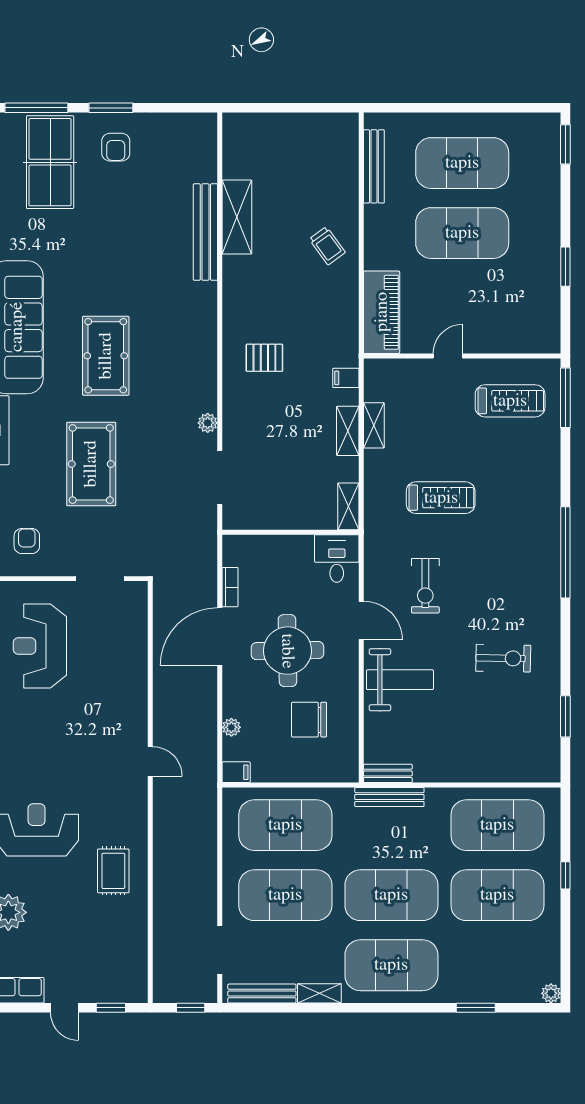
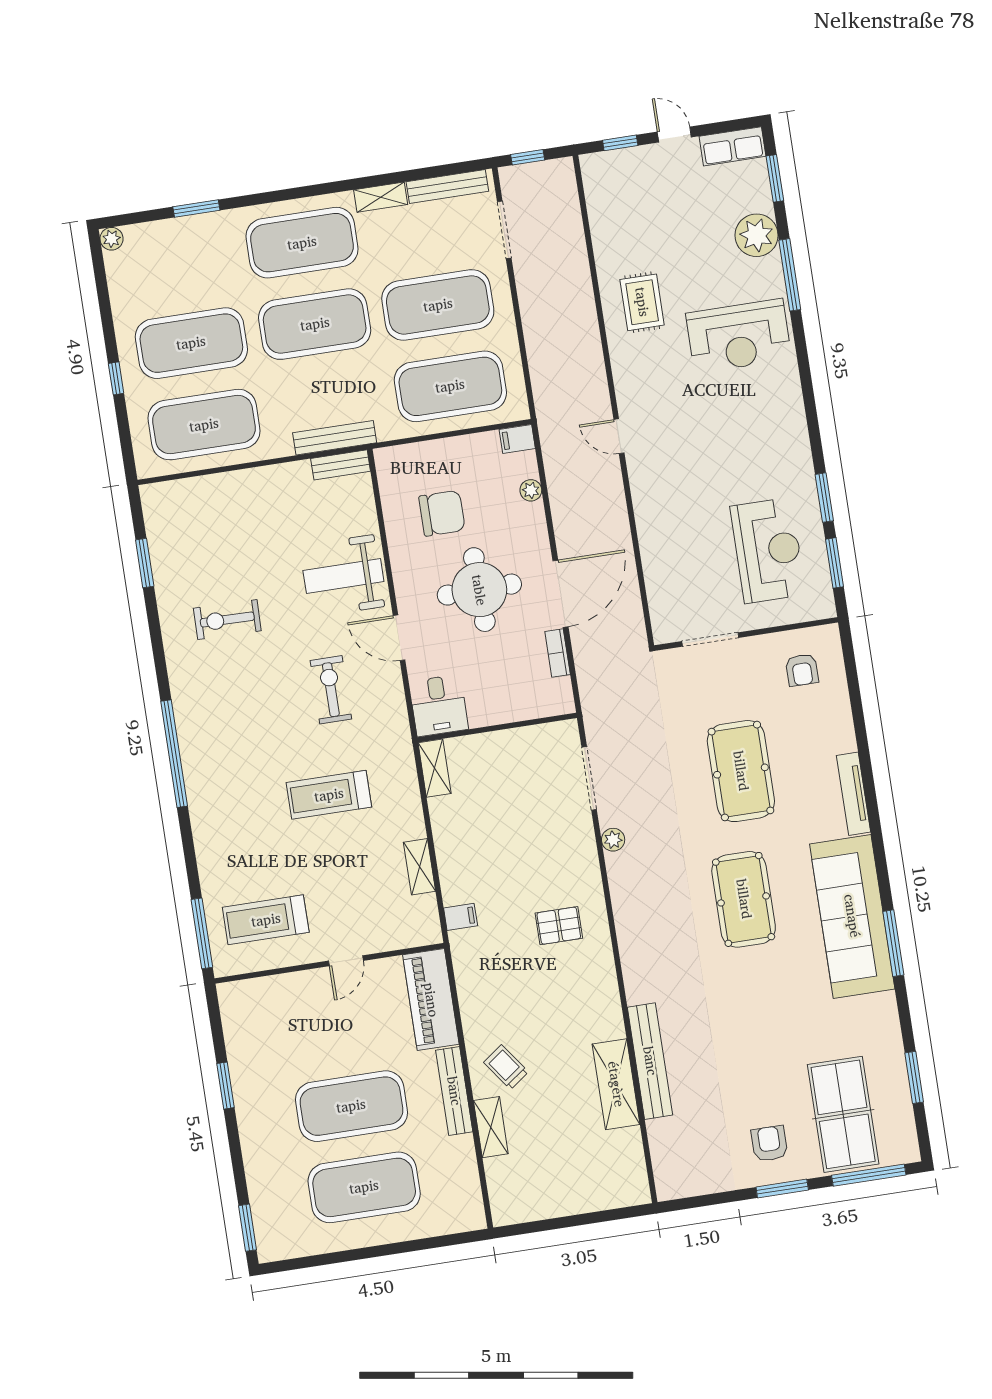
bench: (374, 166) -> (454, 1091), moved
shelving: (348, 431) -> (491, 1127), moved

